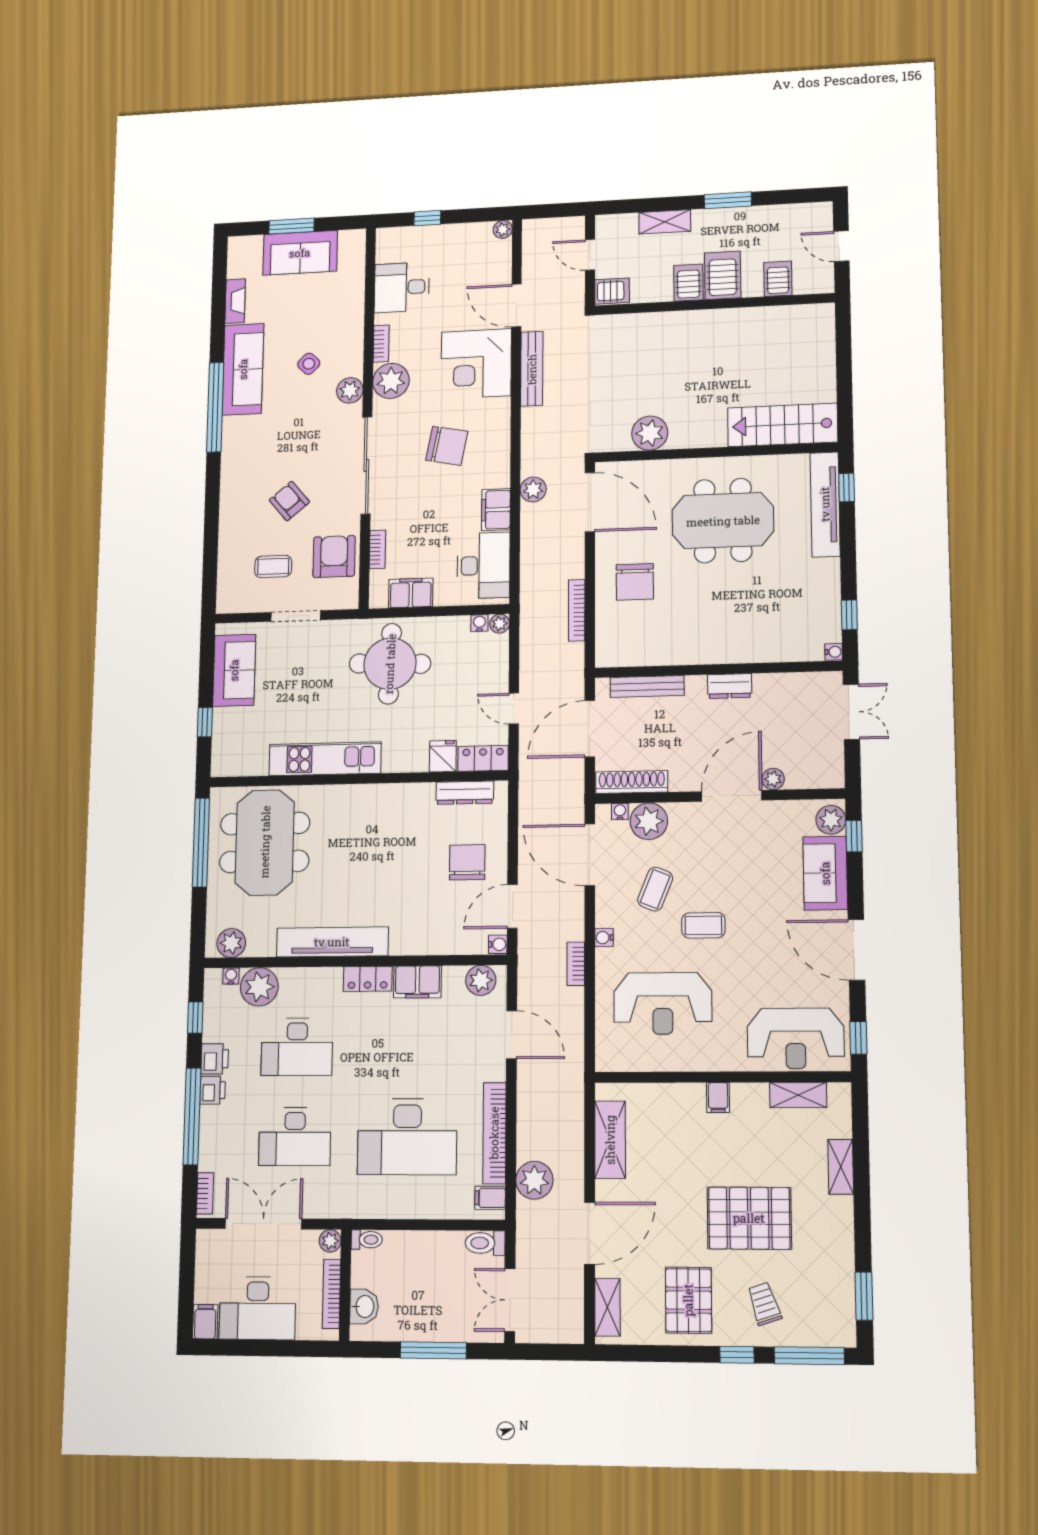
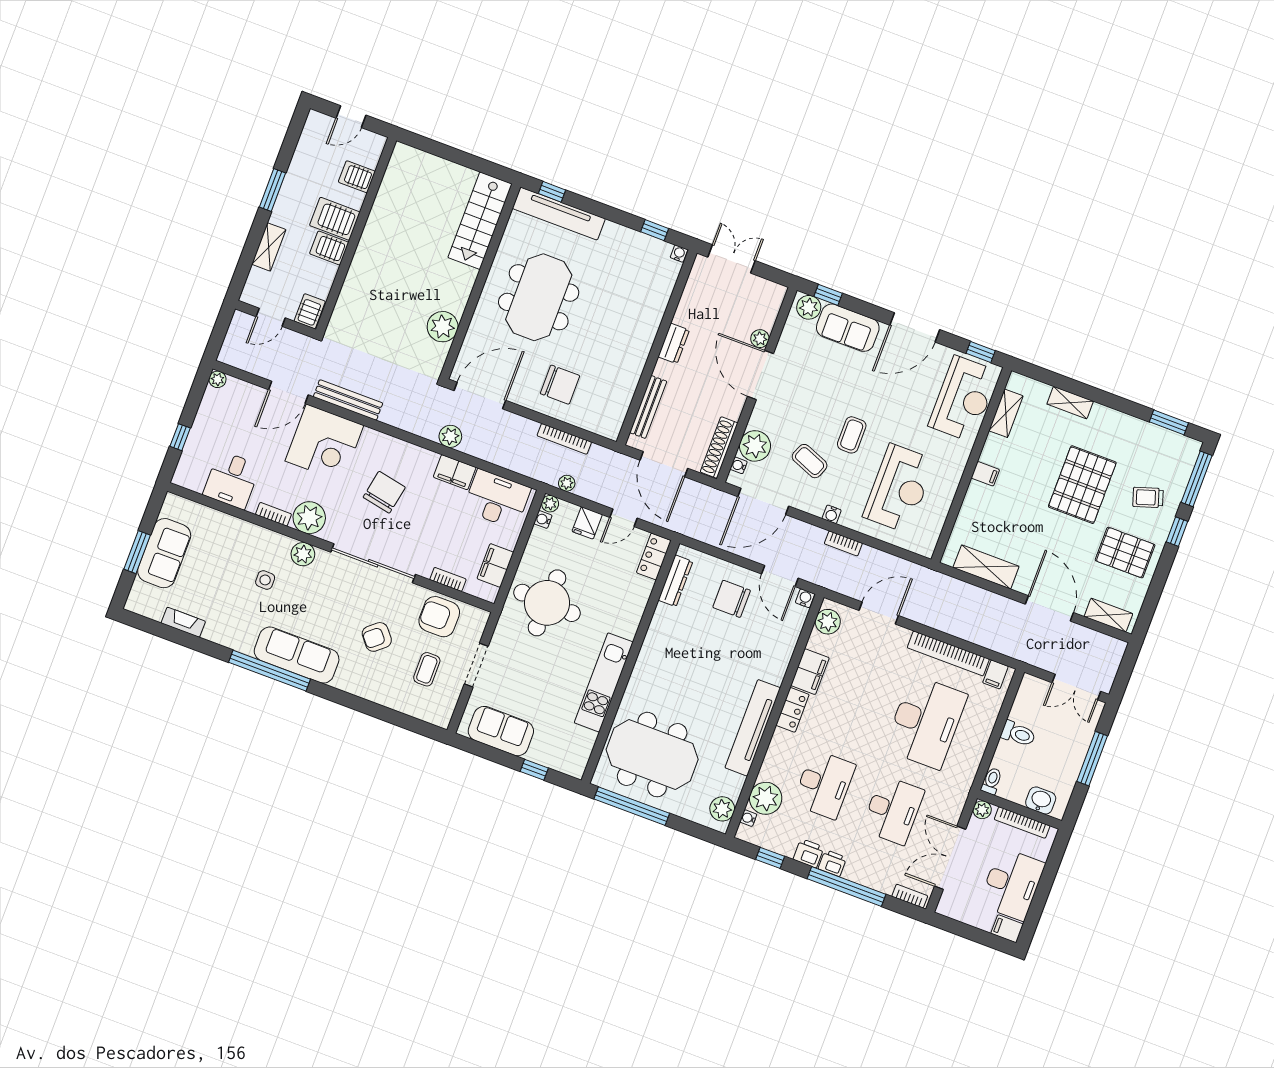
side table: (309, 364) -> (265, 580), turned 45
sofa: (243, 369) -> (297, 655), moved
fridge: (443, 756) -> (587, 523), moved, turned -90
plant: (534, 1180) -> (567, 483), moved, width x0.53, depth x0.53
toilet: (485, 1243) -> (1018, 734), moved, turned -90

